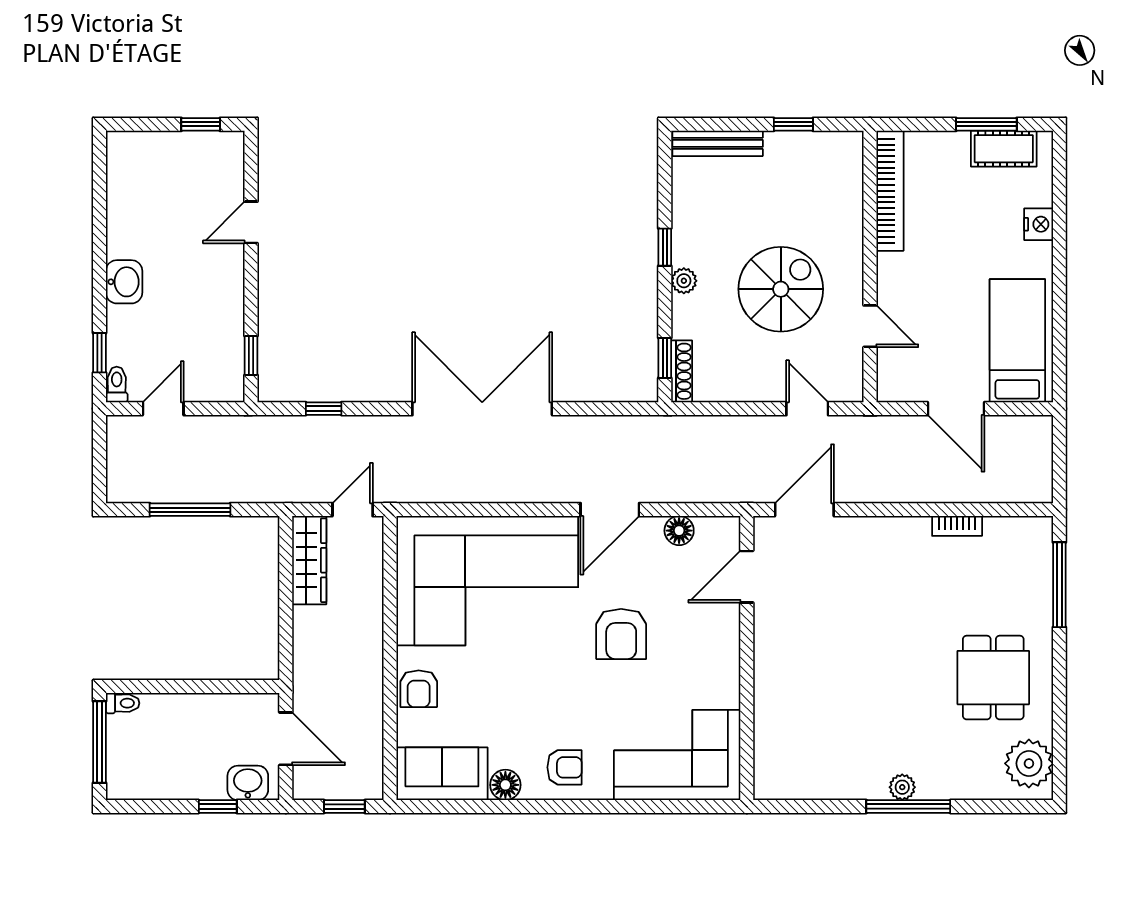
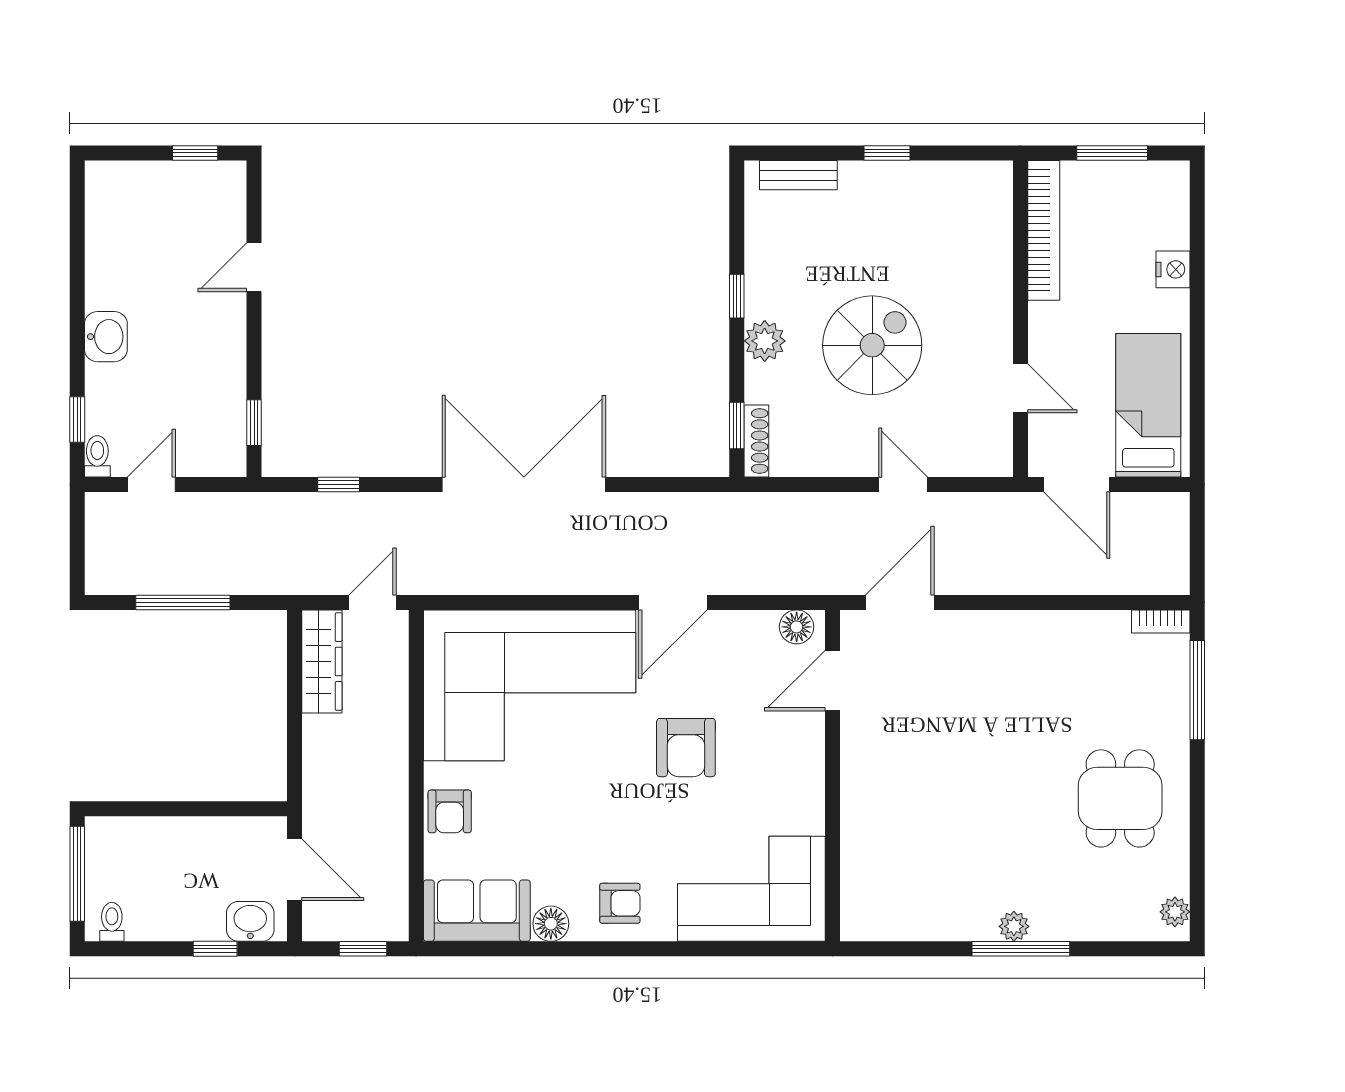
bench: (718, 143) -> (798, 175), width x0.73
cot: (1004, 149) -> (1132, 181), removed
bookcase: (890, 191) -> (1044, 230), moved
wall: (870, 266) -> (1020, 319), moved
plant: (684, 281) -> (765, 341), width x1.38, depth x1.38
door: (870, 326) -> (1020, 388), moved
bookcase: (957, 526) -> (1161, 621), moved
floor lamp: (679, 531) -> (797, 627), moved
toilet: (123, 703) -> (112, 922), moved, turned -90
plant: (1029, 763) -> (1175, 912), width x0.53, depth x0.53

